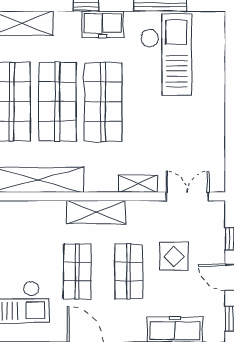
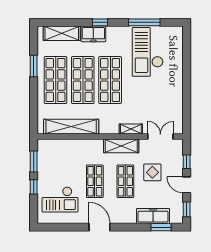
freezer: (103, 24) -> (93, 34), moved
checkout: (166, 55) -> (148, 52), turned 180
shelving: (96, 212) -> (121, 146), moved

